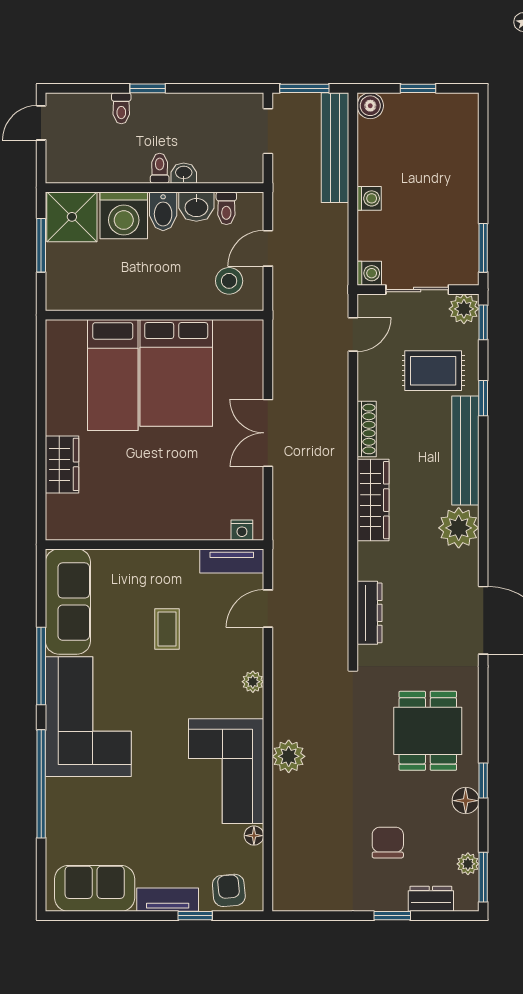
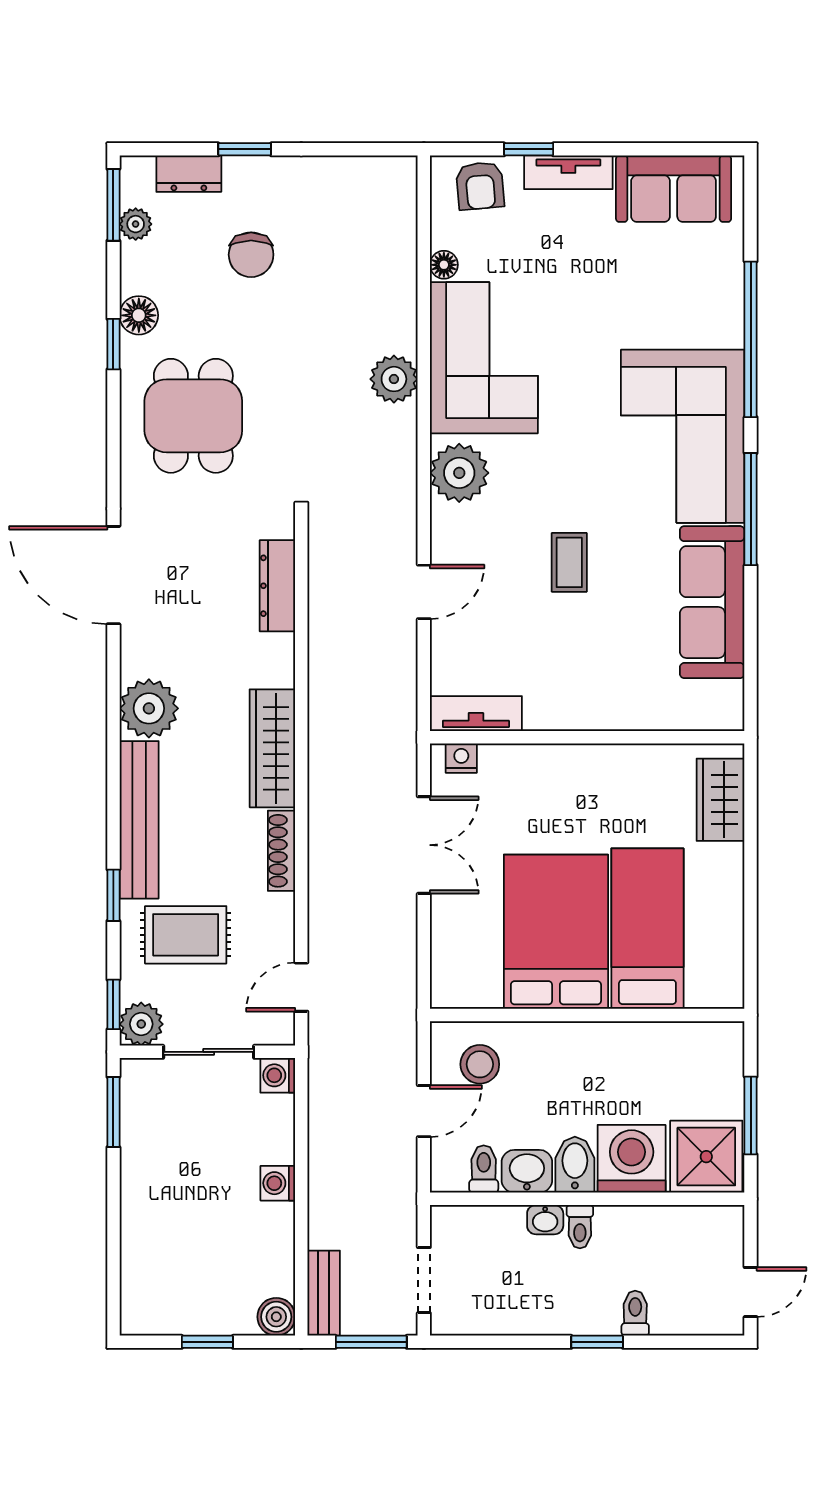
bench: (335, 148) -> (324, 1293), width x0.54, depth x0.82
nightstand: (242, 530) -> (461, 758), moved
wall: (155, 545) -> (587, 737), moved
tv unit: (232, 561) -> (476, 714), moved
plant: (253, 682) -> (459, 473), width x1.88, depth x1.88

